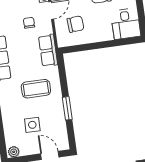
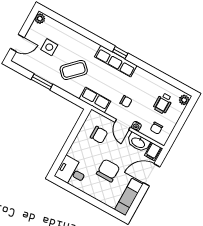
chair: (75, 24) -> (99, 135), turned -86
coffee table: (36, 89) -> (74, 70), turned 45

